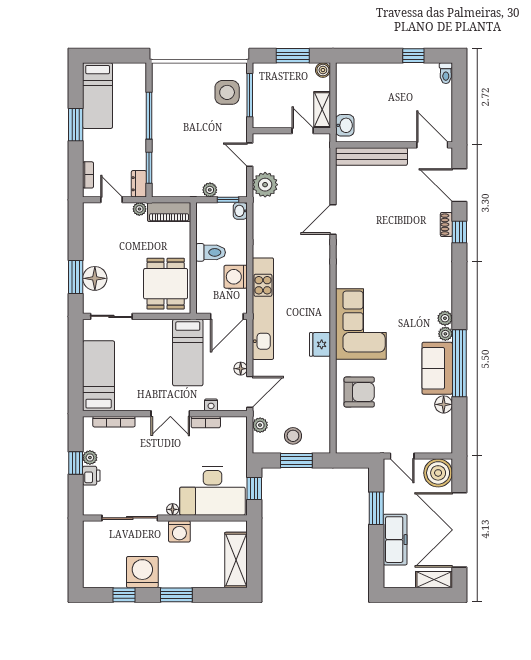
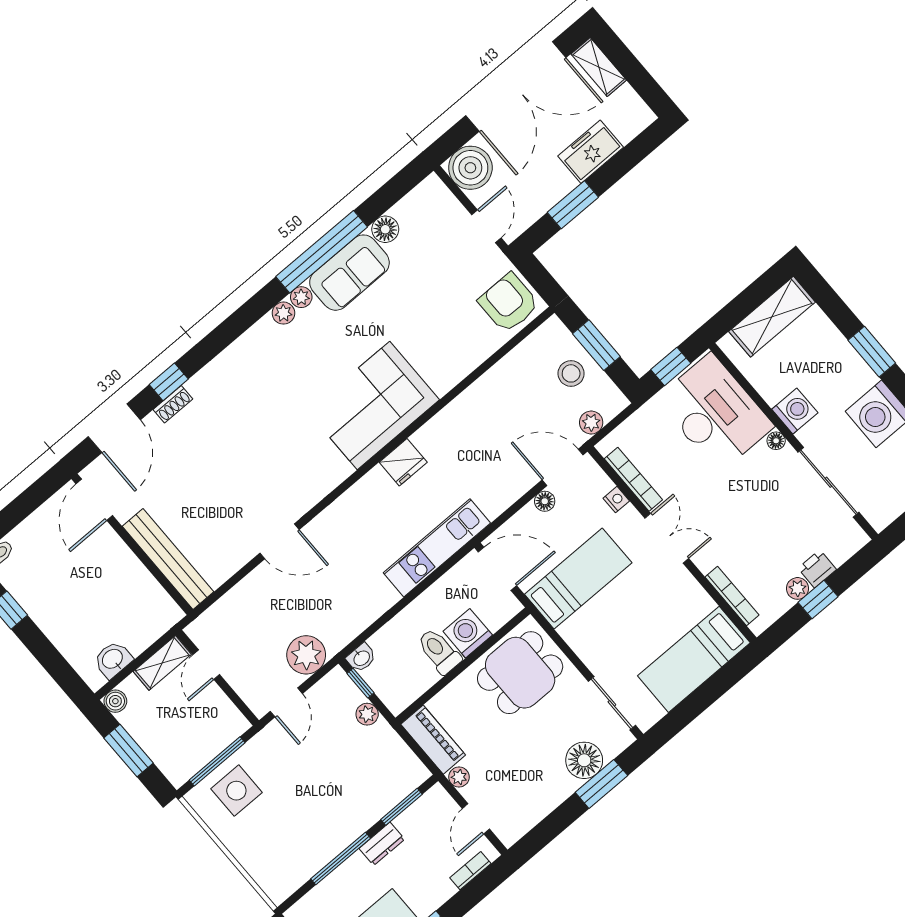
washbasin: (345, 125) -> (113, 659), moved
dresser: (139, 184) -> (382, 844), moved
washing machine: (236, 277) -> (468, 633), moved, turned 180
kitchen unit: (263, 309) -> (437, 548), width x0.73
fridge: (320, 344) -> (403, 462), moved
armchair: (359, 392) -> (509, 303), moved
bookcase: (206, 422) -> (633, 479), width x1.56
freezer: (395, 540) -> (591, 152), width x0.71

